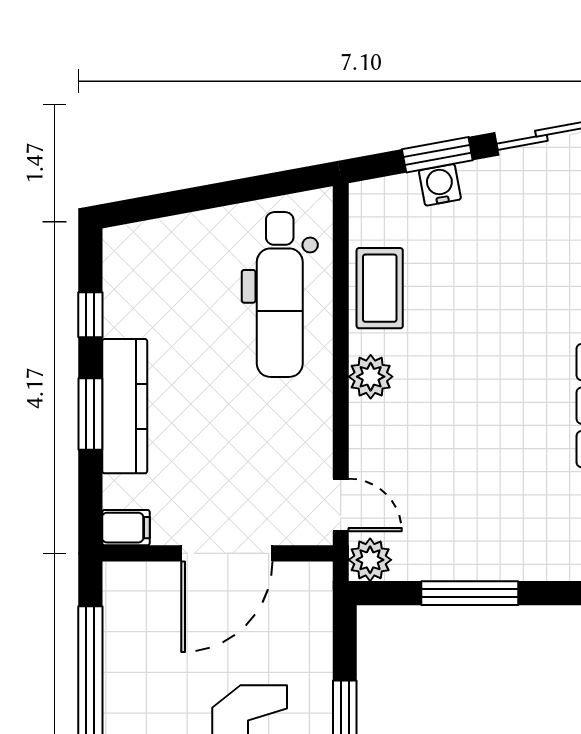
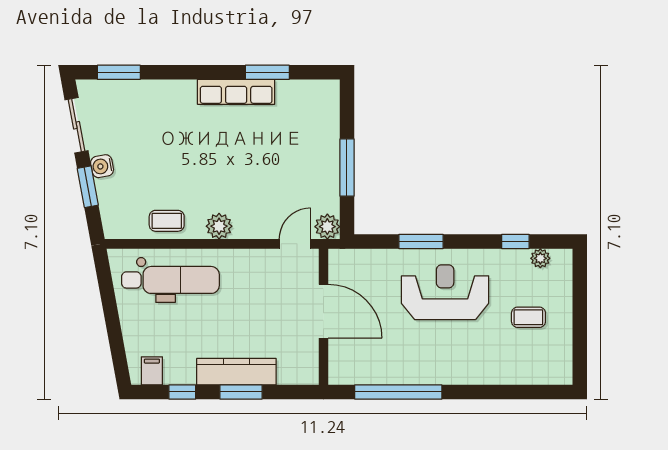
water cooler: (440, 185) -> (102, 166), moved
coffee table: (380, 288) -> (167, 221), width x0.73, depth x0.77
filing cabinet: (126, 528) -> (152, 371), moved

